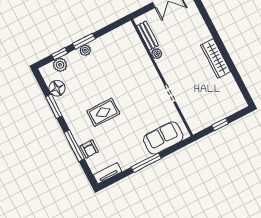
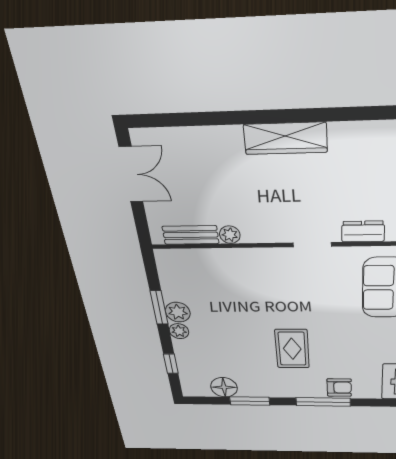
window: (84, 41) -> (159, 308), moved
plant: (60, 65) -> (178, 312), moved
dresser: (188, 113) -> (363, 231), added

